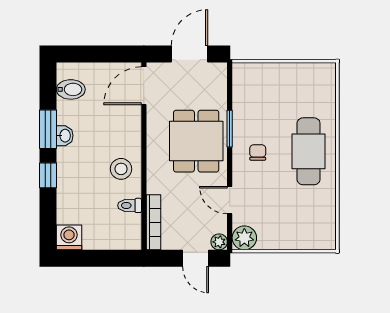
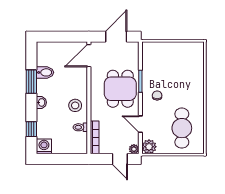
bidet: (71, 89) -> (45, 72), moved
washbasin: (65, 136) -> (41, 102), moved
cafe table: (309, 151) -> (182, 128), moved
window: (48, 175) -> (31, 129), moved

